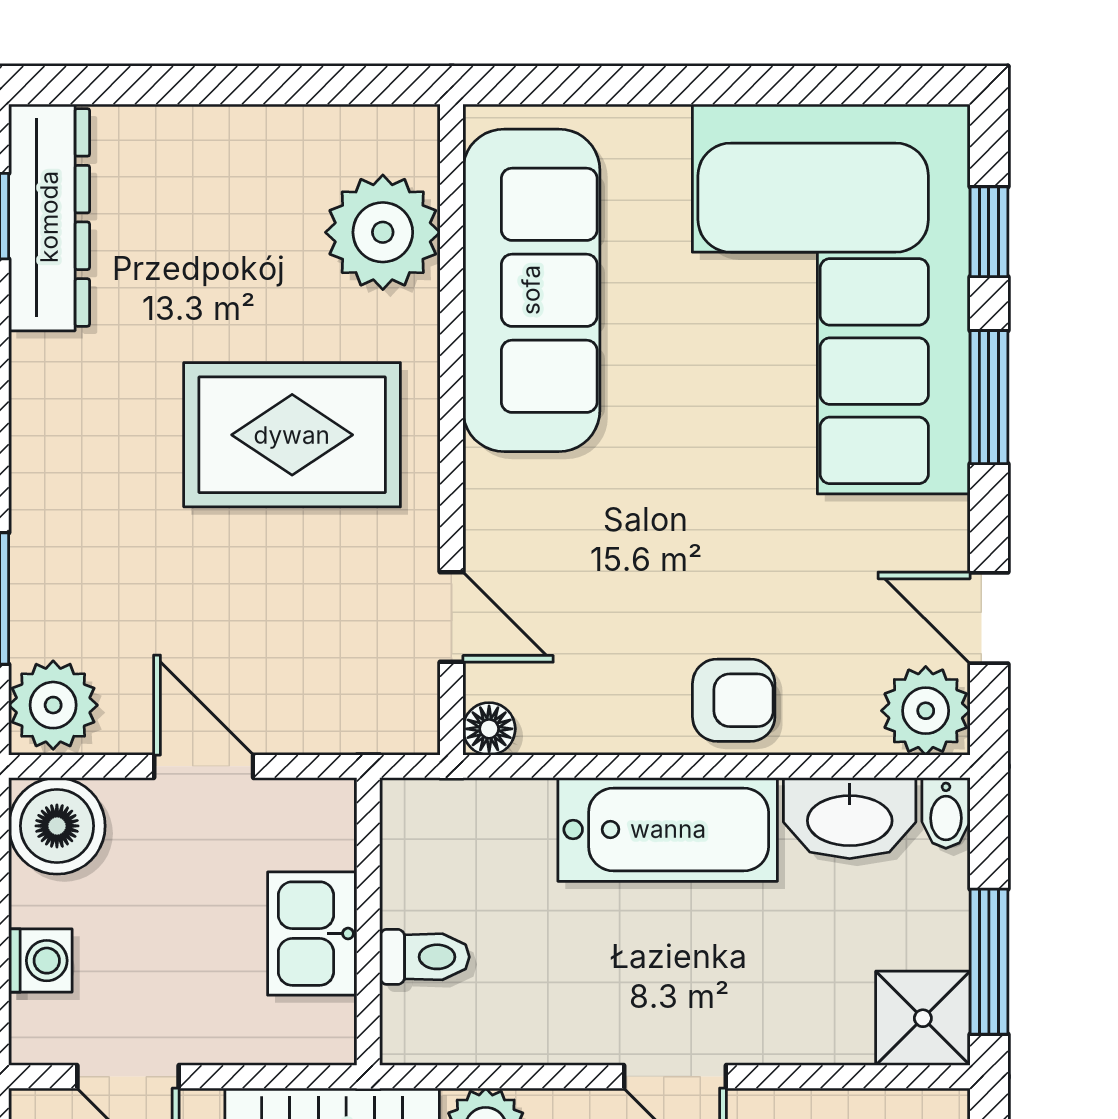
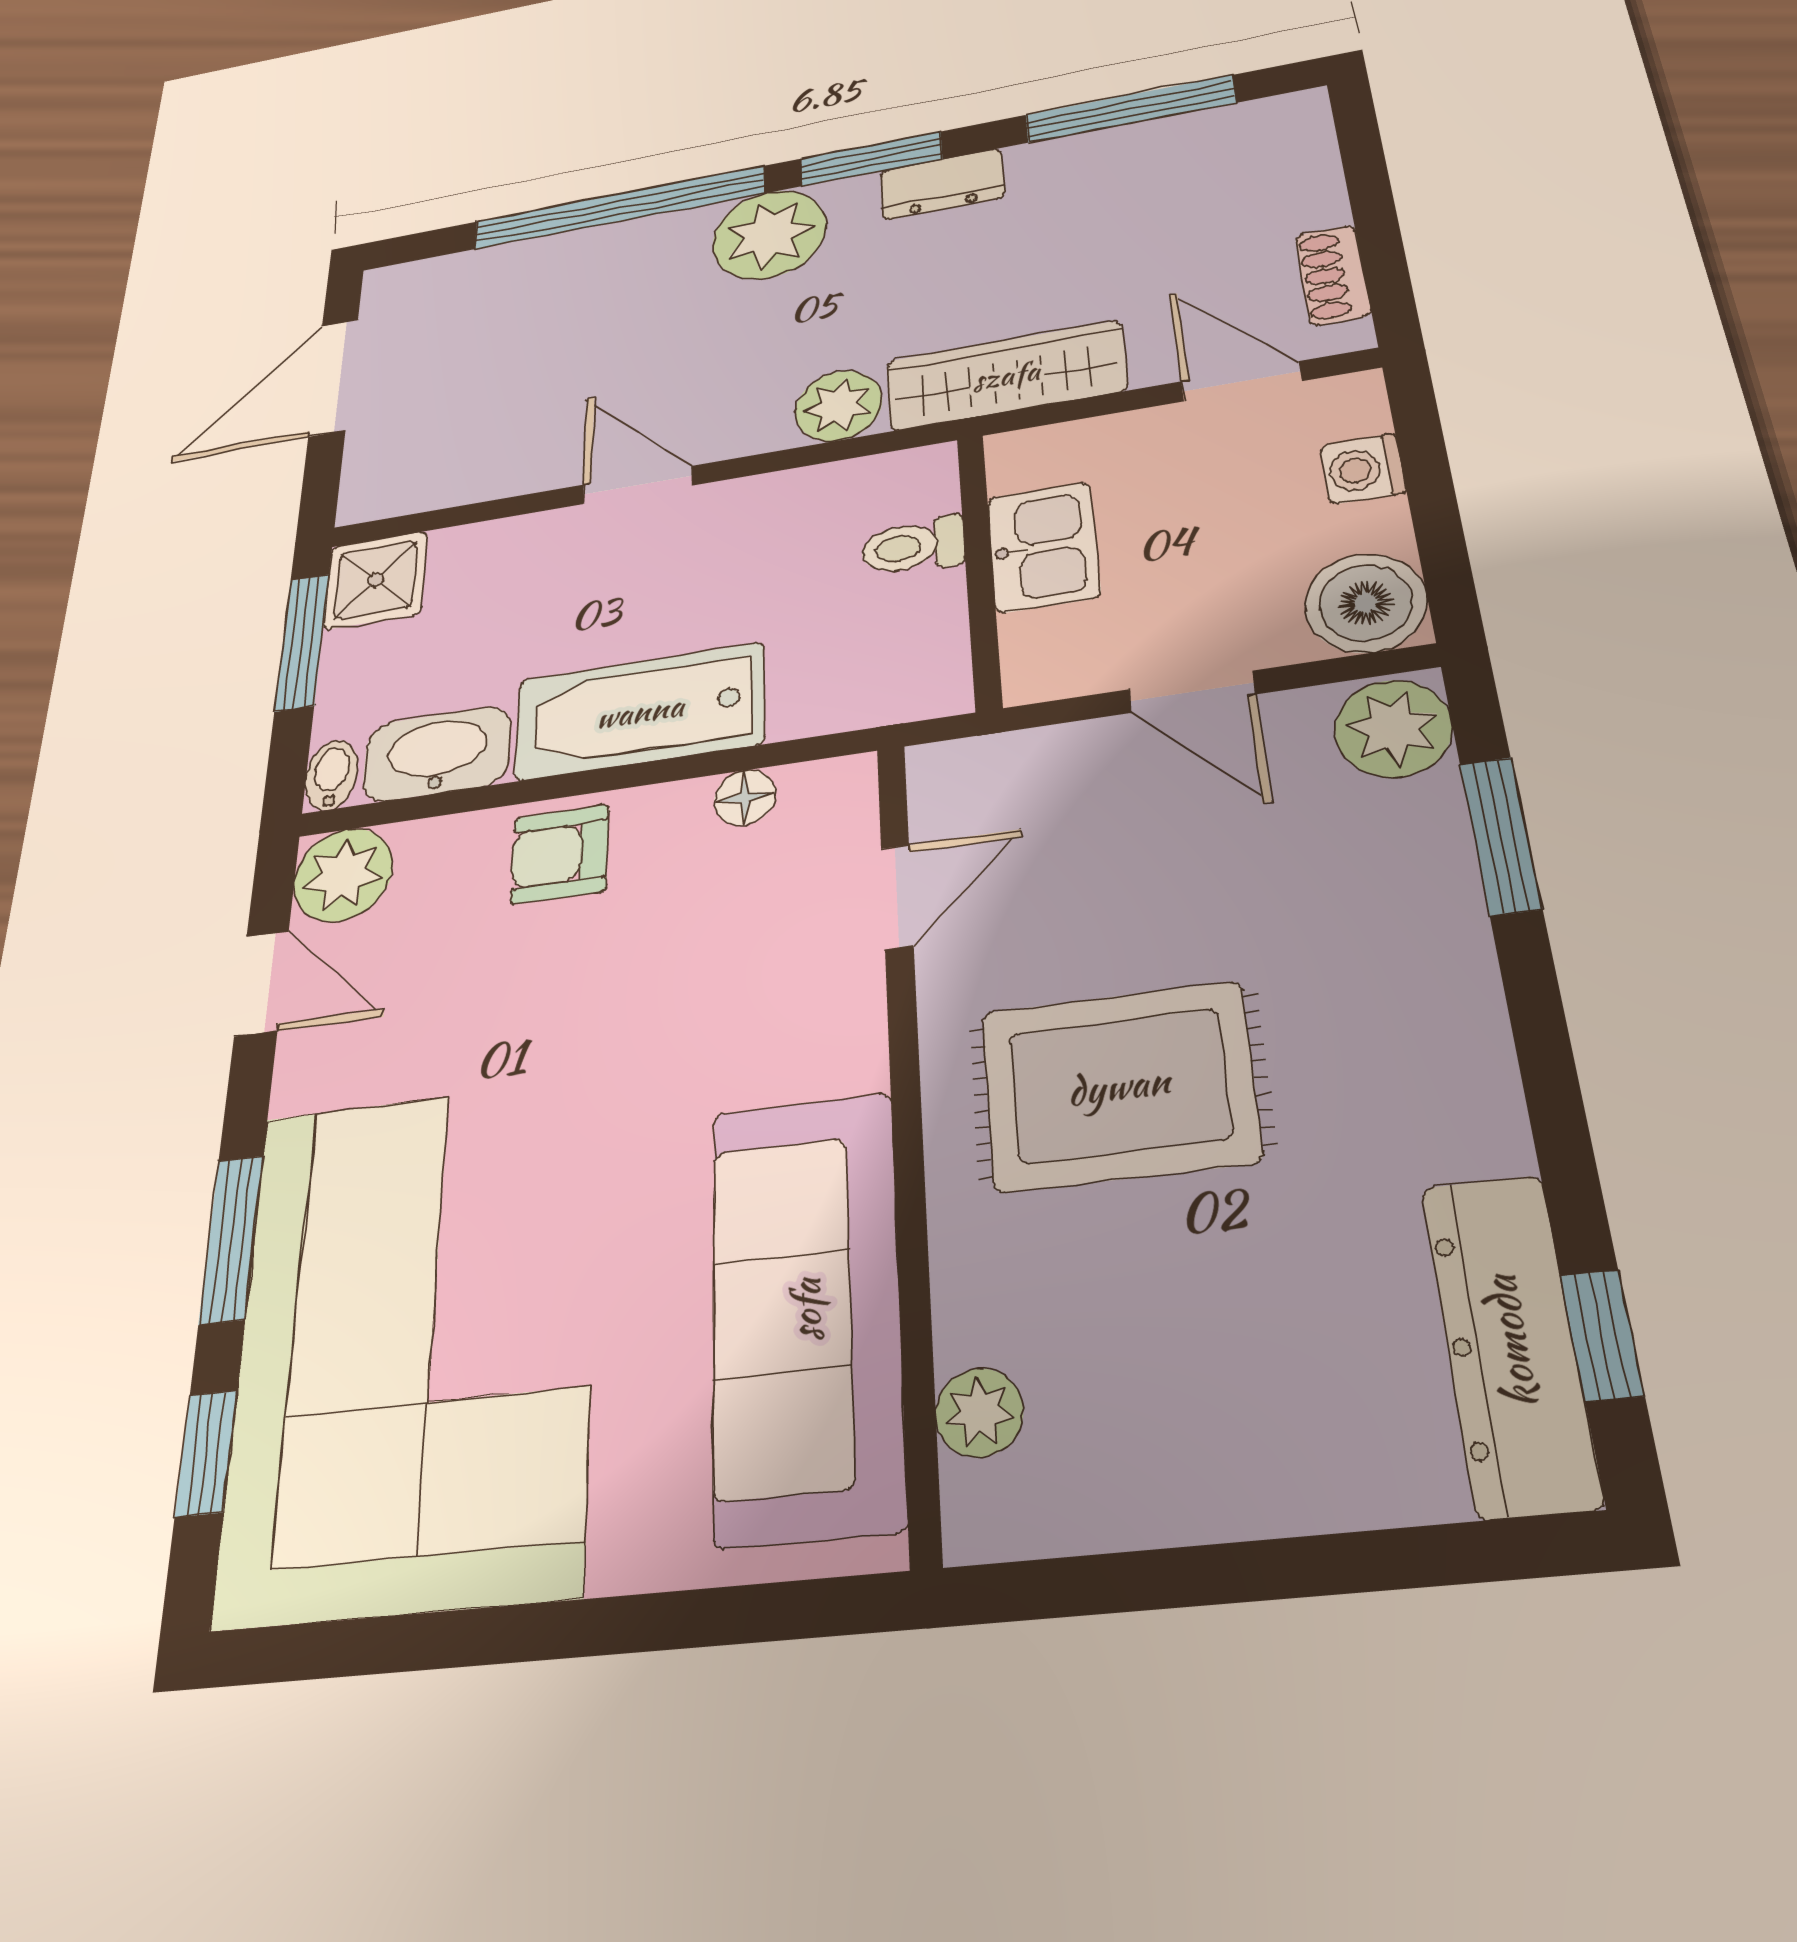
plant: (383, 232) -> (979, 1413), width x0.53, depth x0.53
door: (452, 617) -> (897, 897), swing flipped
floor lamp: (489, 729) -> (745, 797), moved

